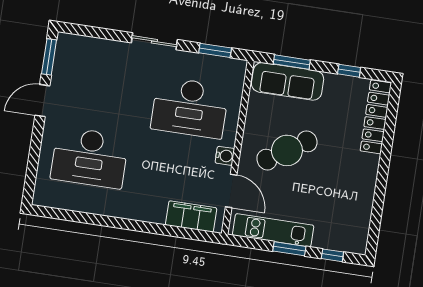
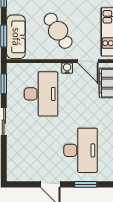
window: (49, 57) -> (86, 184), moved
door: (231, 191) -> (88, 61), swing flipped

